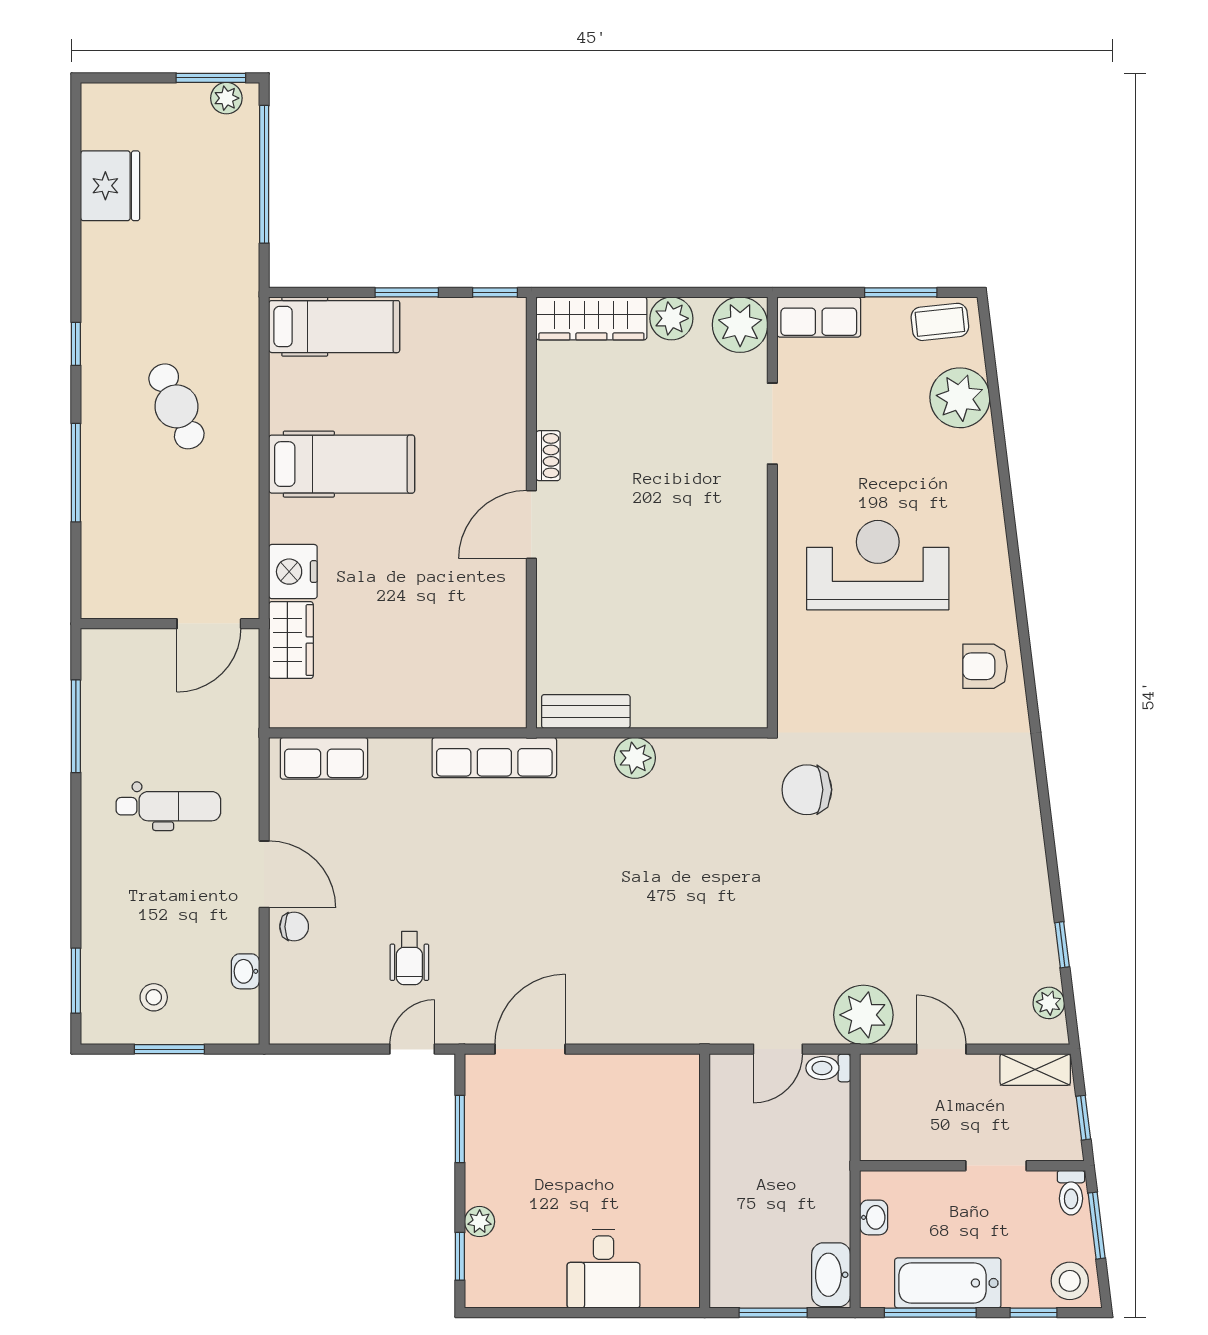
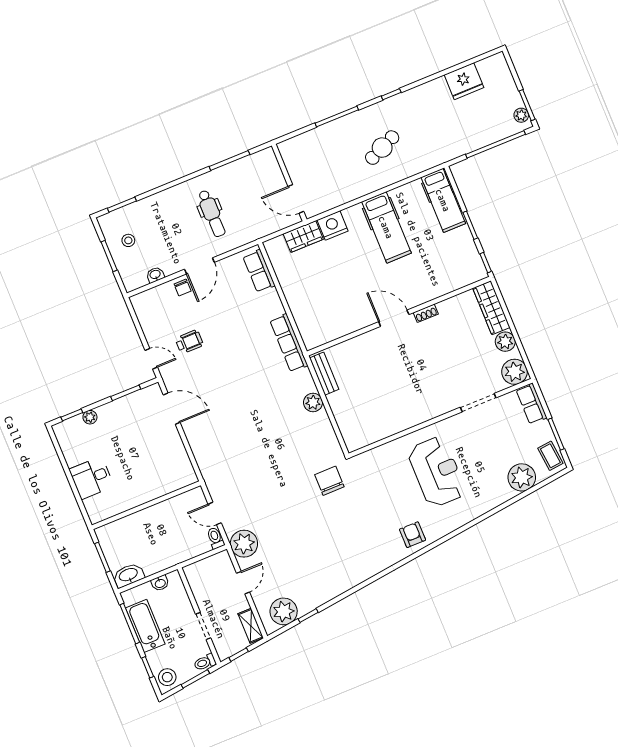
wheelchair: (409, 958) -> (189, 342), turned 180
plant: (1049, 1003) -> (284, 611), width x1.88, depth x1.88

